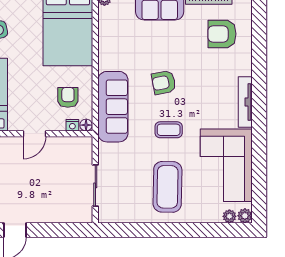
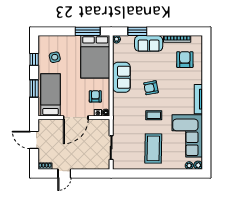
armchair: (222, 34) -> (185, 60), turned 90
sofa: (113, 107) -> (121, 77), moved, width x0.73
door: (34, 134) -> (76, 118), width x1.88

